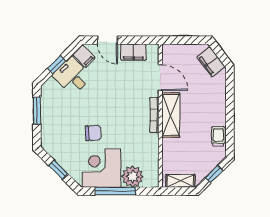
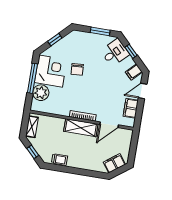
desk: (72, 76) -> (115, 53), moved

